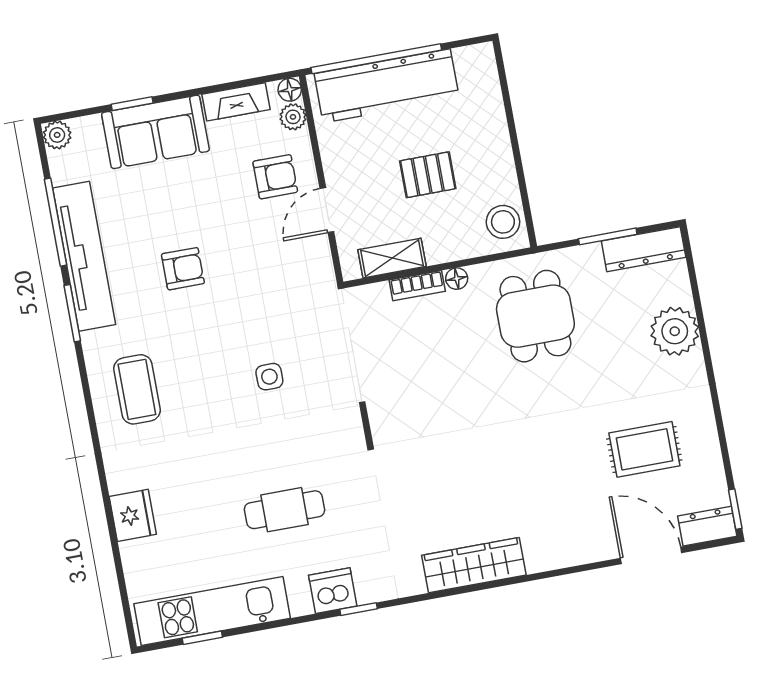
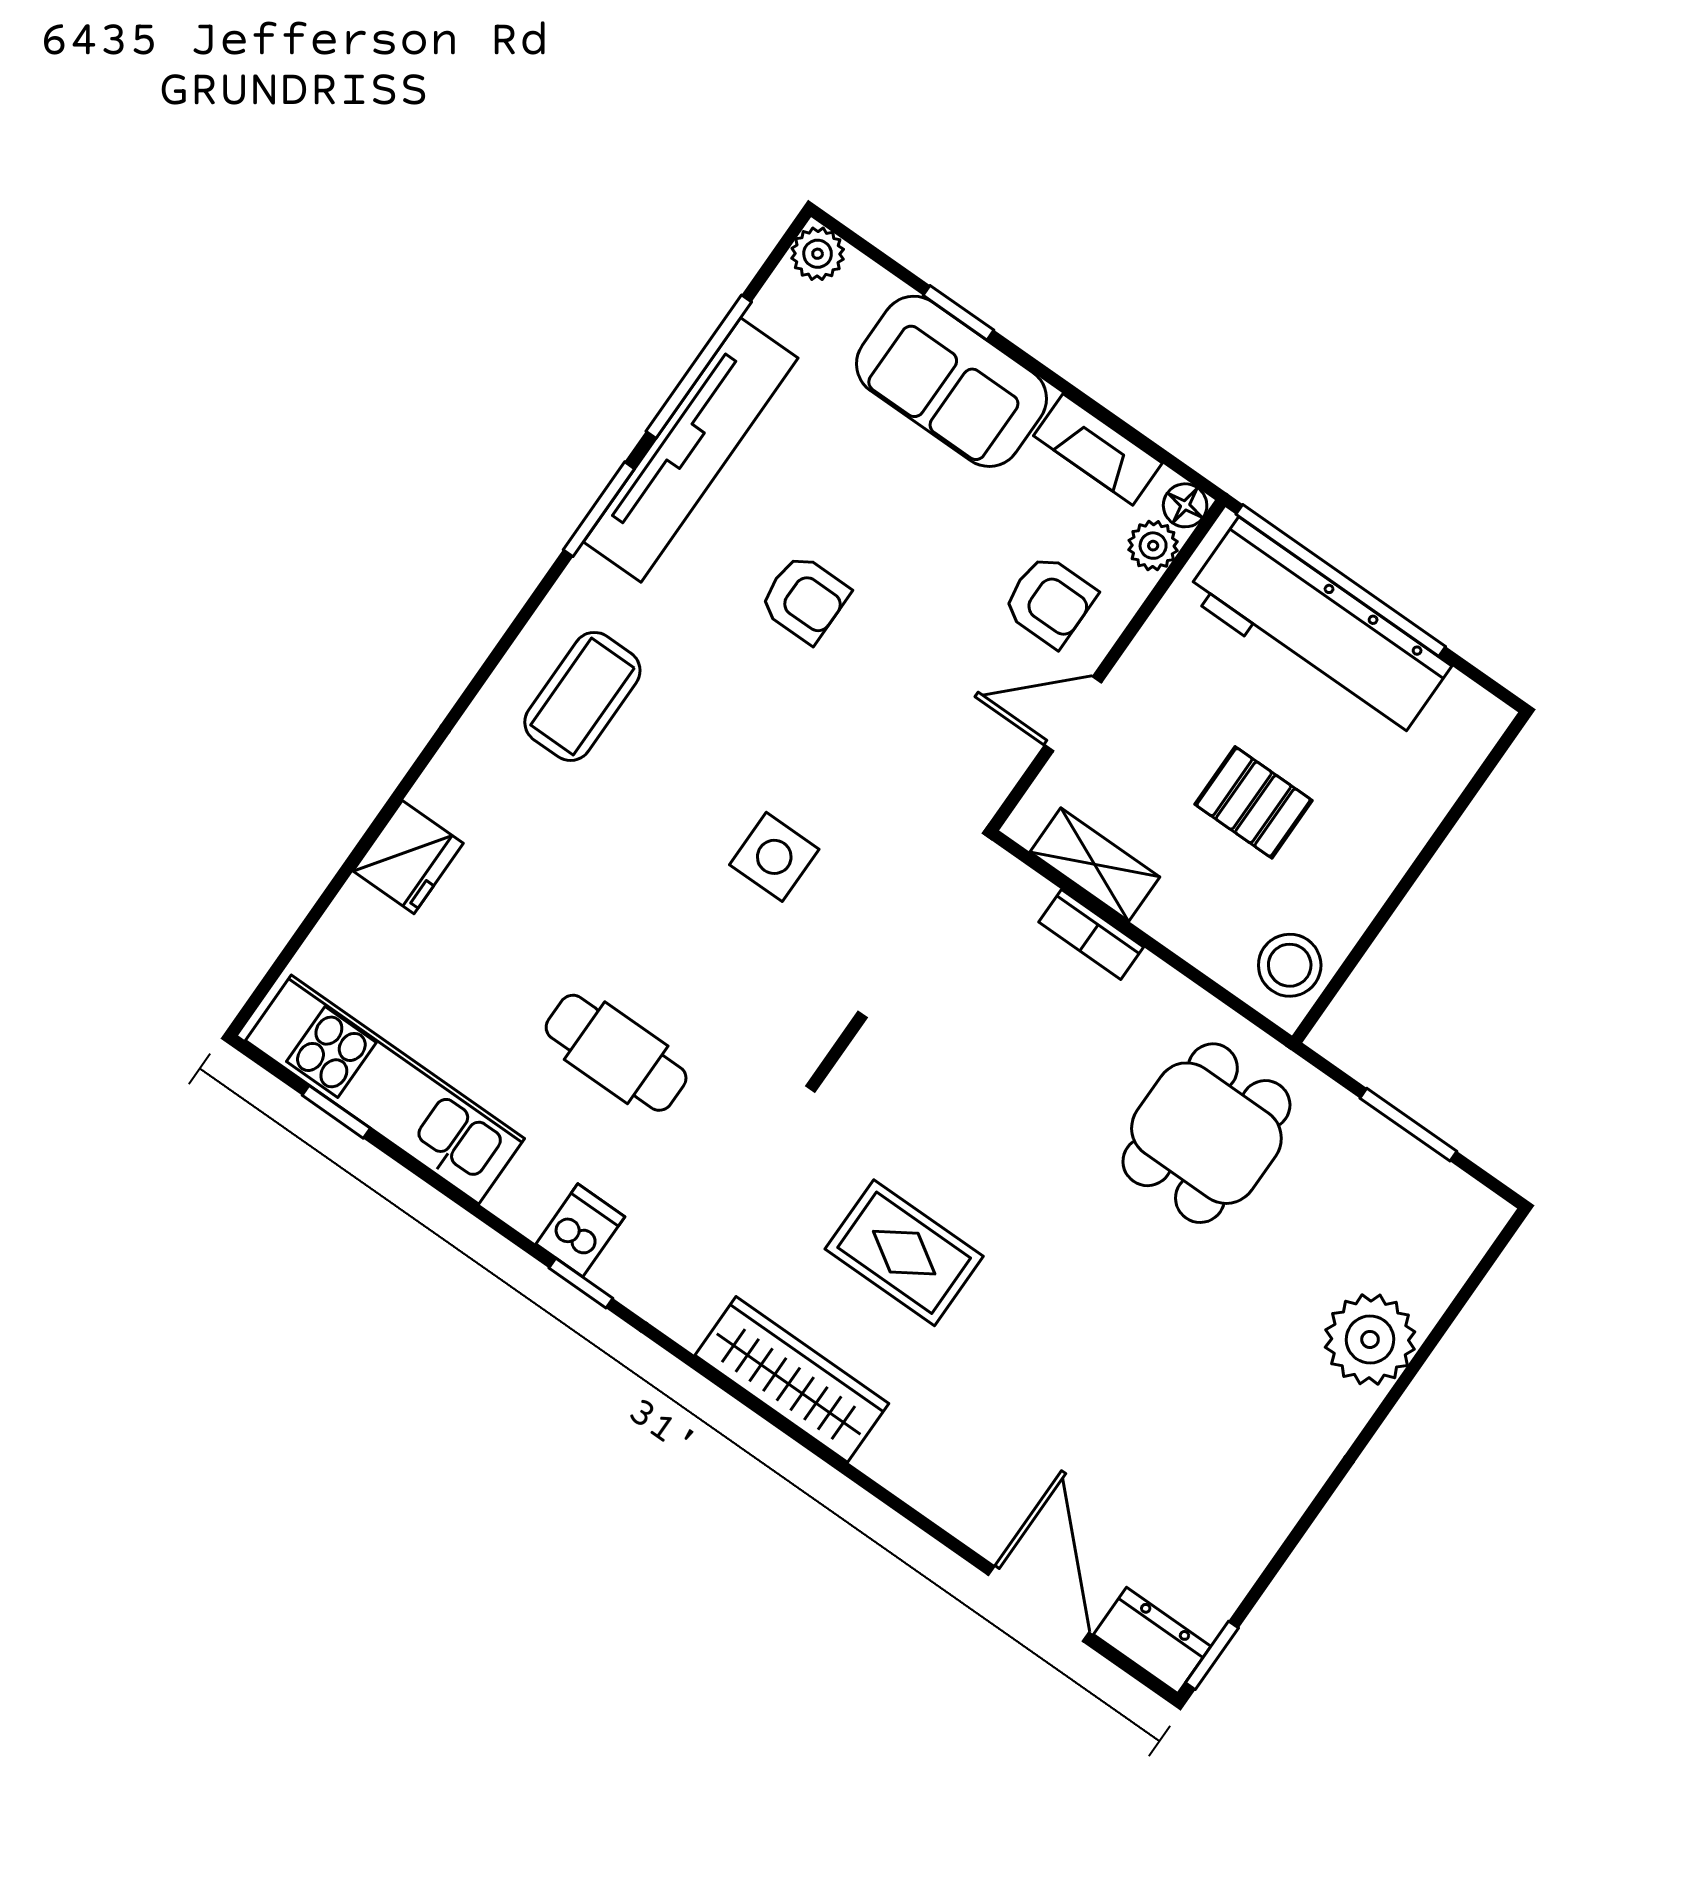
dresser: (644, 249) -> (1439, 1189), removed
floor lamp: (457, 279) -> (1153, 978), removed
side table: (269, 377) -> (774, 857), width x1.37, depth x1.37
rug: (644, 449) -> (904, 1253), moved
dishwasher: (333, 591) -> (580, 1230), width x0.73

